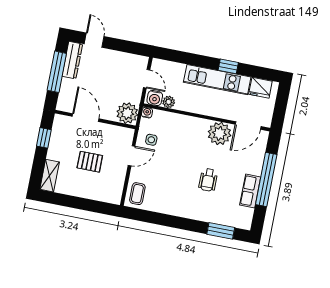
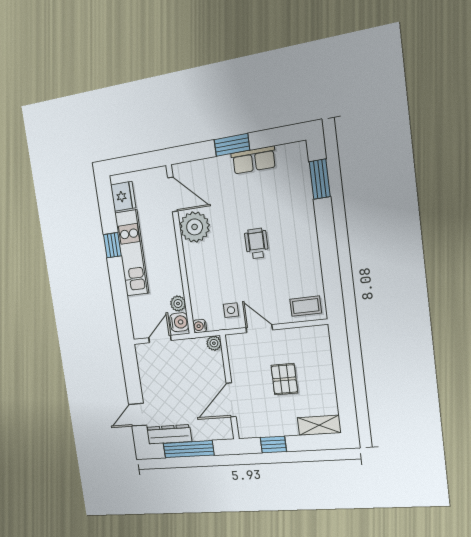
plant: (127, 113) -> (214, 343), width x0.53, depth x0.53
wheelchair: (208, 180) -> (256, 243), moved, turned -90
window: (266, 180) -> (232, 145), width x0.47

